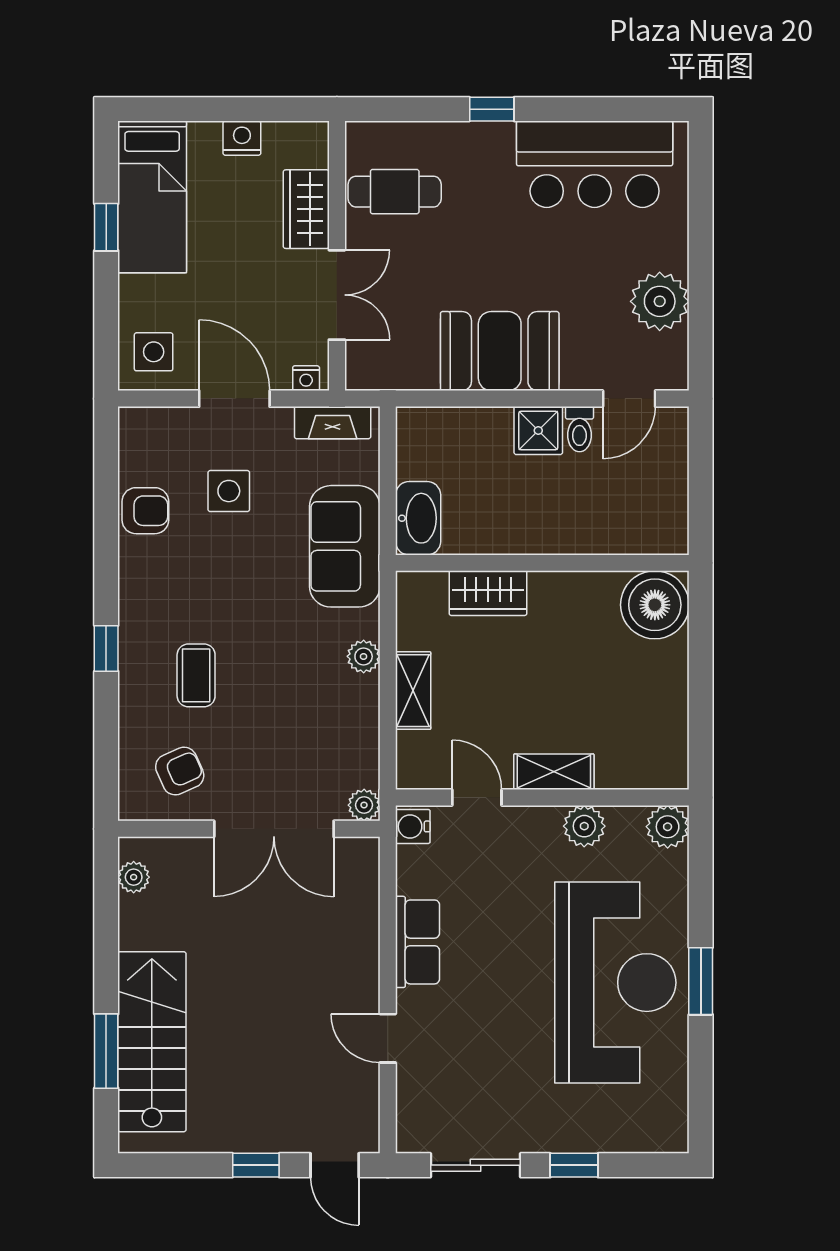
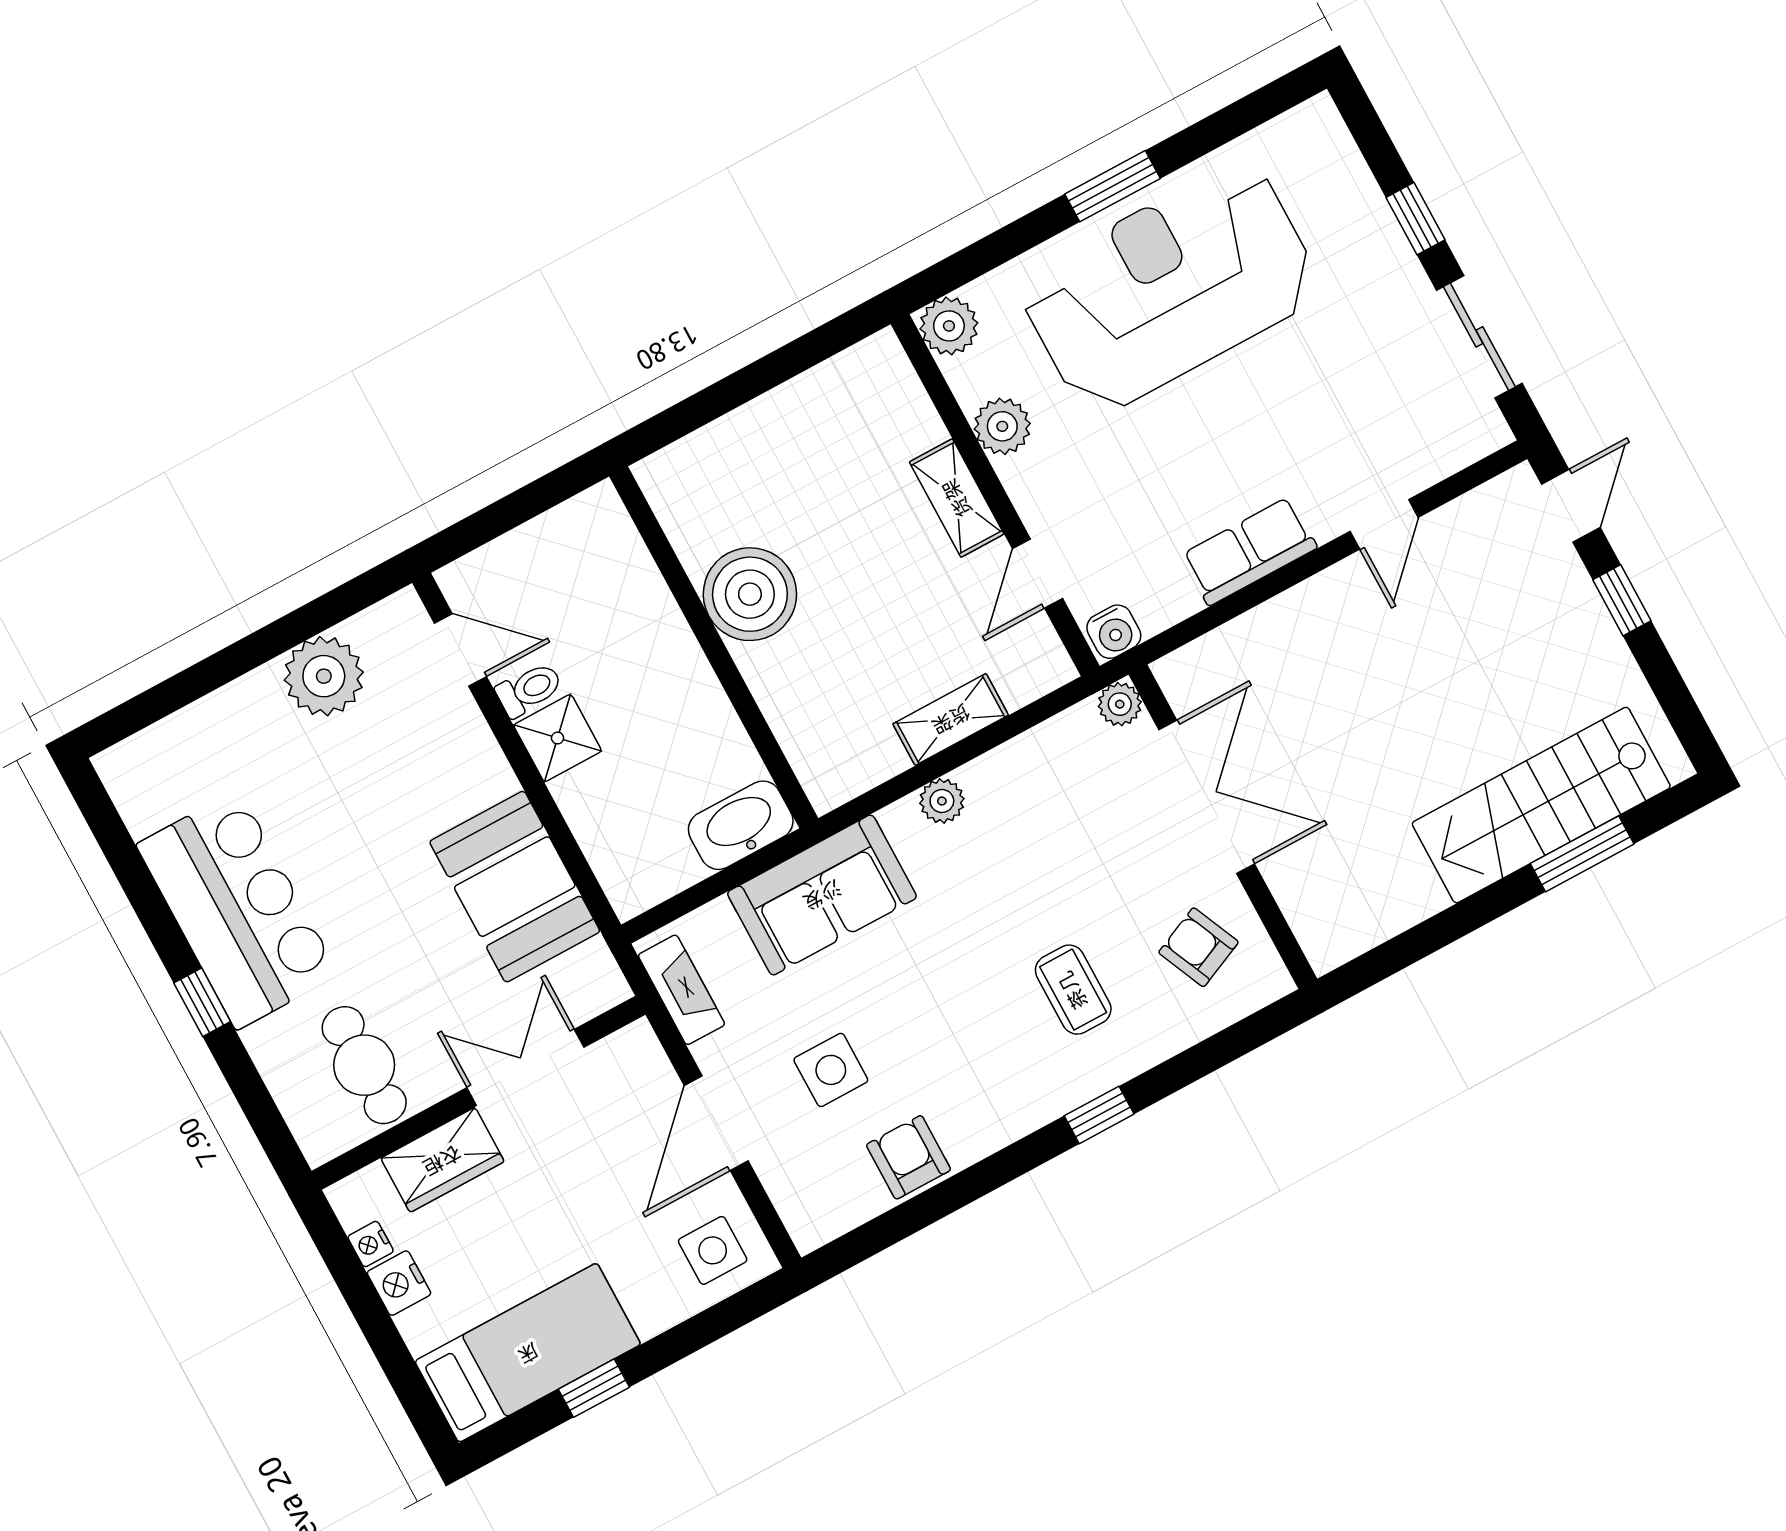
bar counter: (595, 164) -> (238, 910), moved
booth: (500, 351) -> (515, 887), moved
nightstand: (306, 378) -> (371, 1244), moved, turned 180
wardrobe: (488, 593) -> (785, 693), removed
boiler: (655, 605) -> (750, 594), moved
coffee table: (196, 675) -> (1073, 990), turned 90
plant: (134, 877) -> (1356, 934), removed

